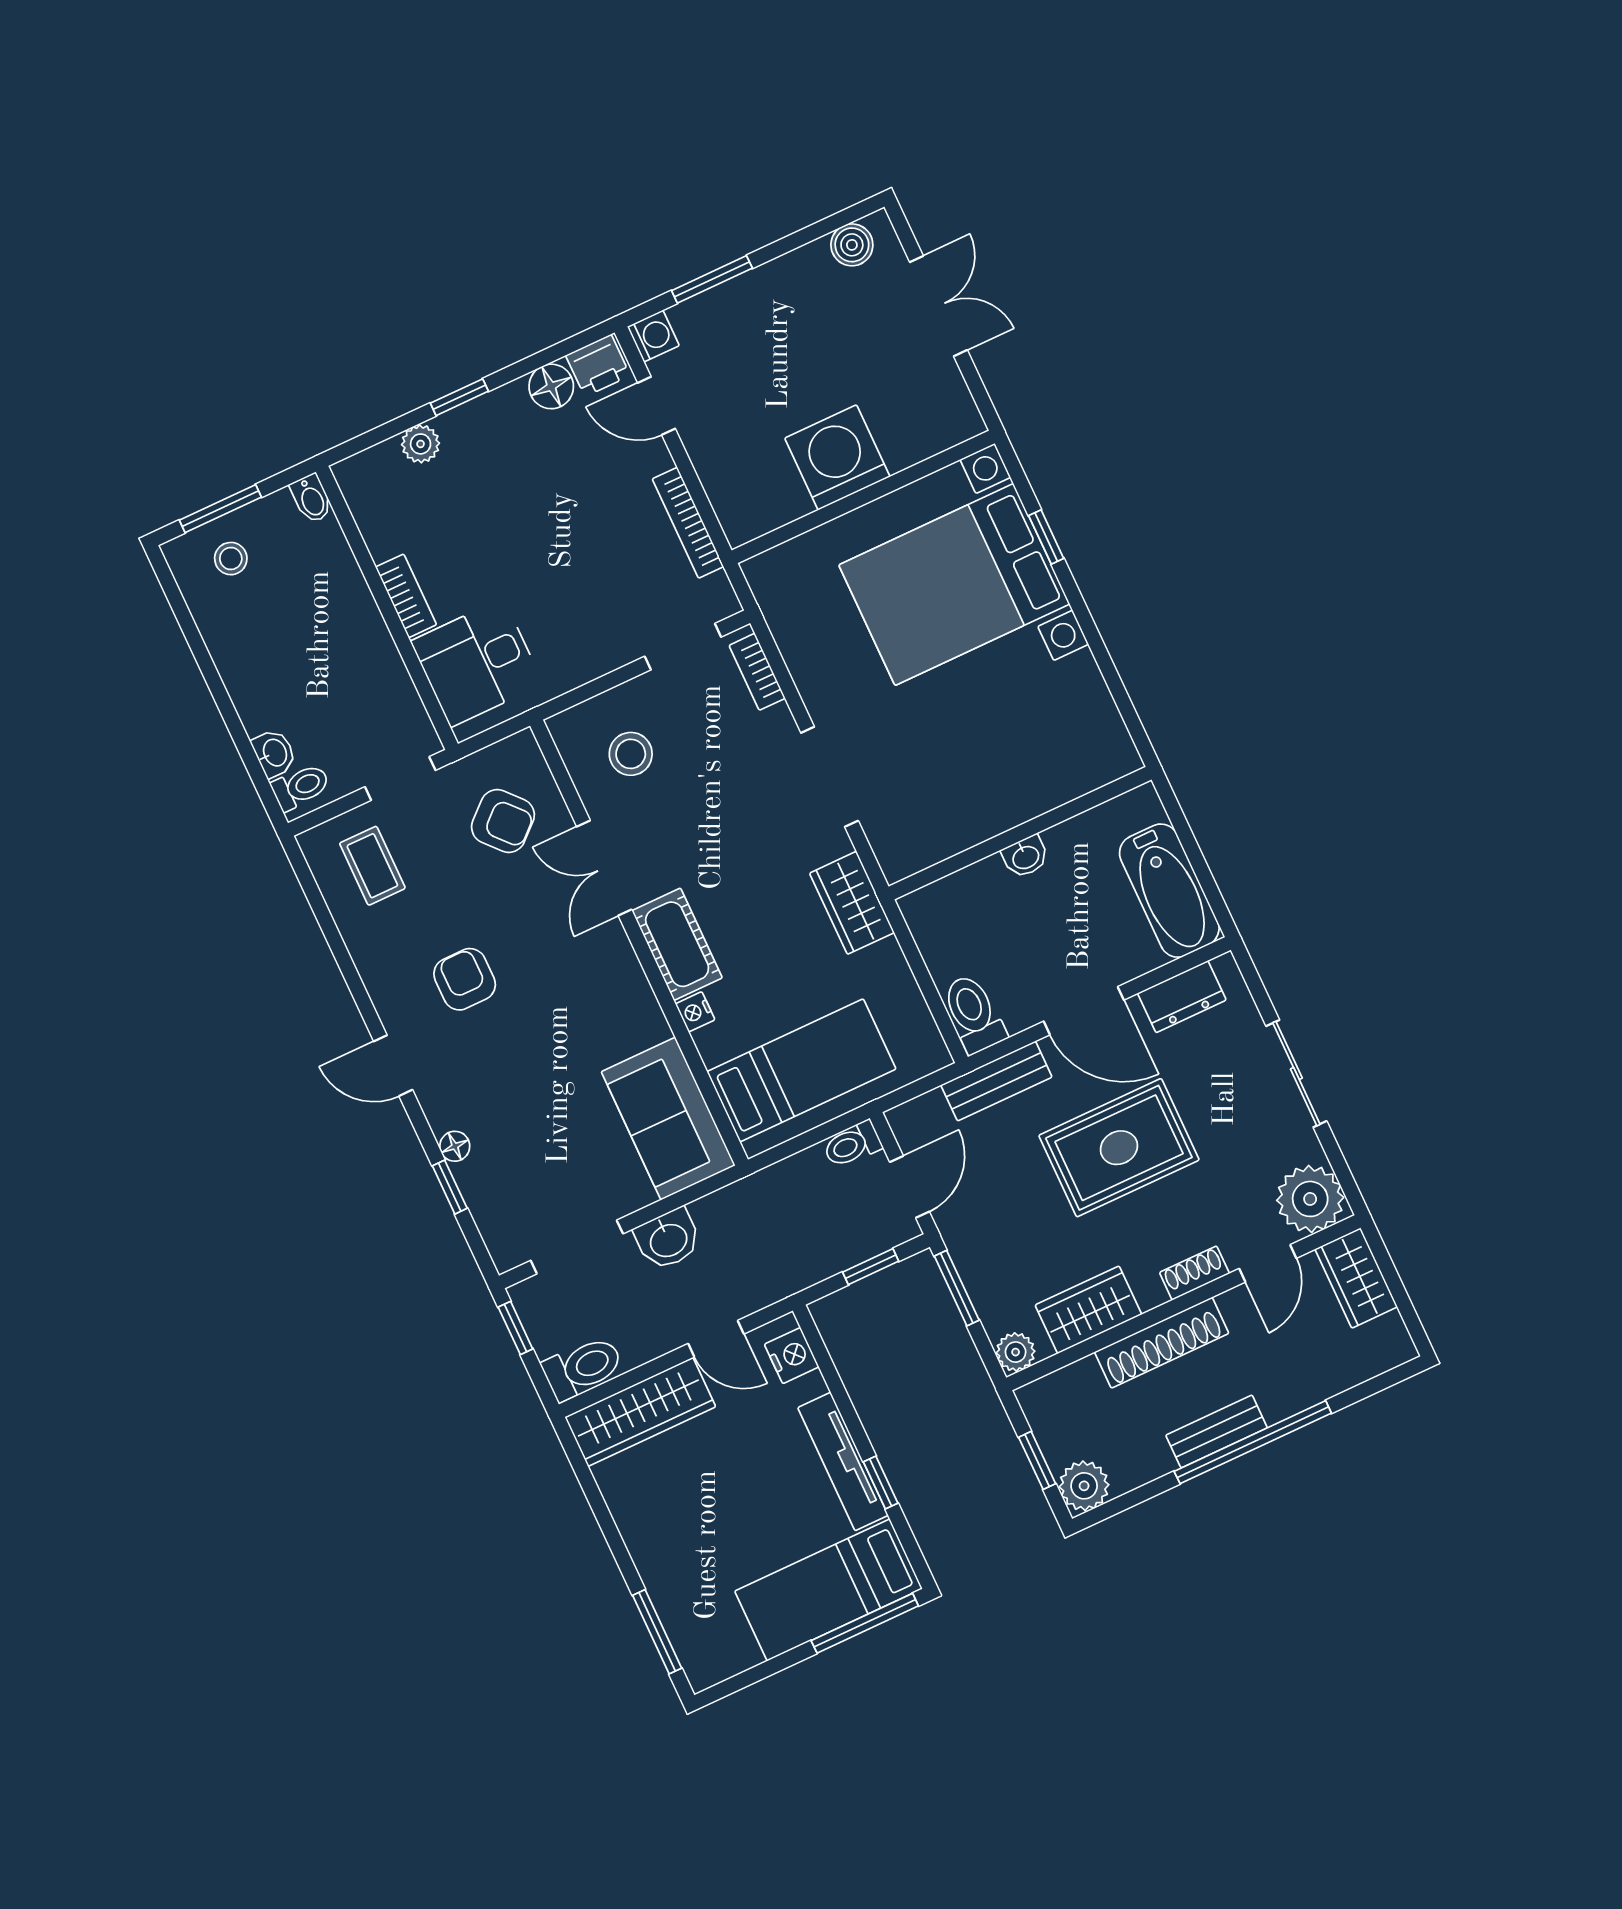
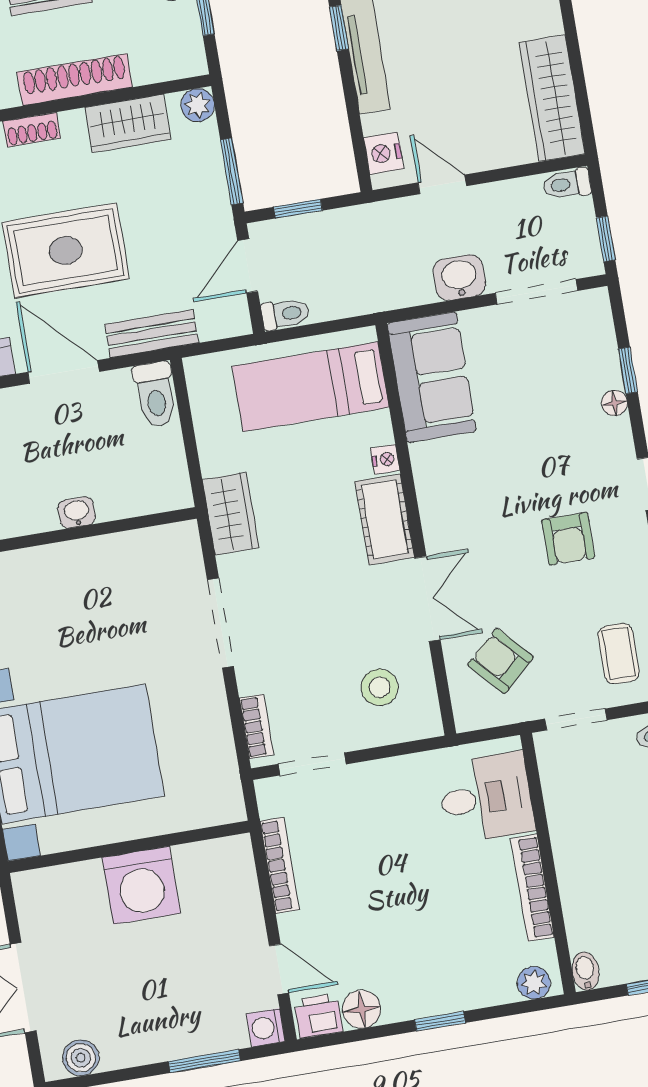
plant: (421, 444) -> (534, 983), moved
bookcase: (406, 596) -> (532, 888), width x1.56
toilet: (583, 1368) -> (567, 184), width x0.73, depth x0.72
wardrobe: (640, 1412) -> (552, 98), moved, turned -90

